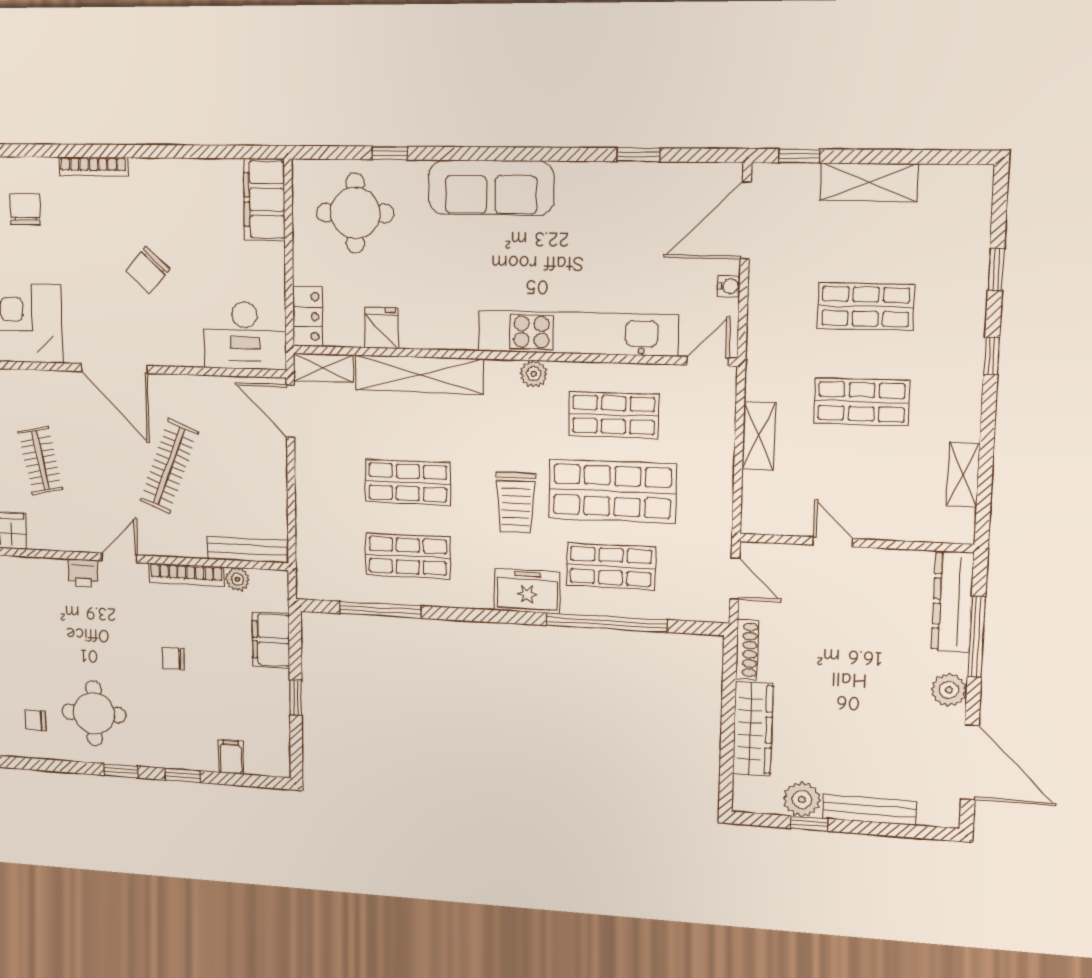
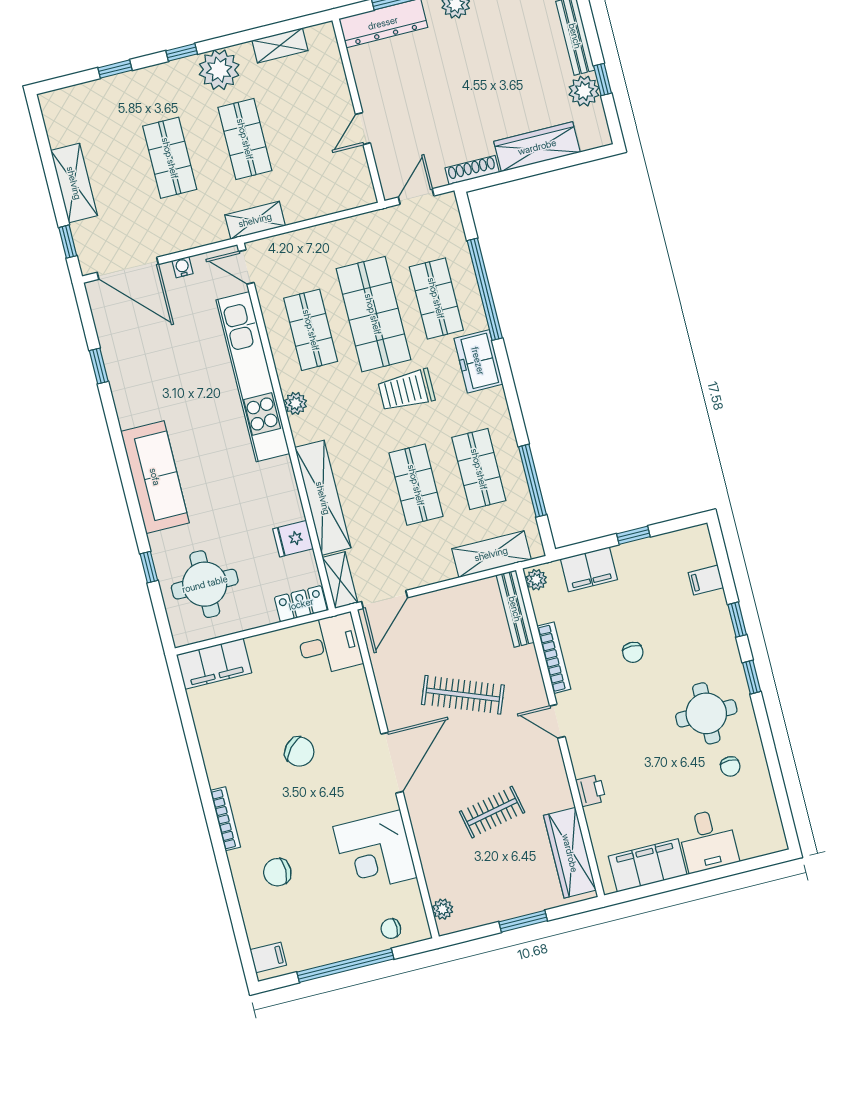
desk: (245, 336) -> (329, 644), width x0.73
plant: (956, 395) -> (219, 70), added
shelving: (759, 436) -> (255, 220), moved
trolley: (516, 503) -> (406, 390), turned 180
shelving: (312, 542) -> (491, 554), added
printer: (83, 573) -> (591, 790), moved
plant: (237, 579) -> (536, 580), moved

